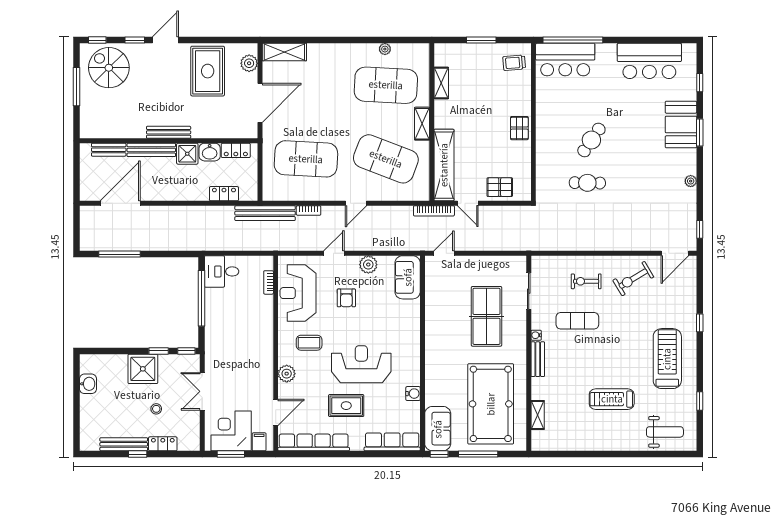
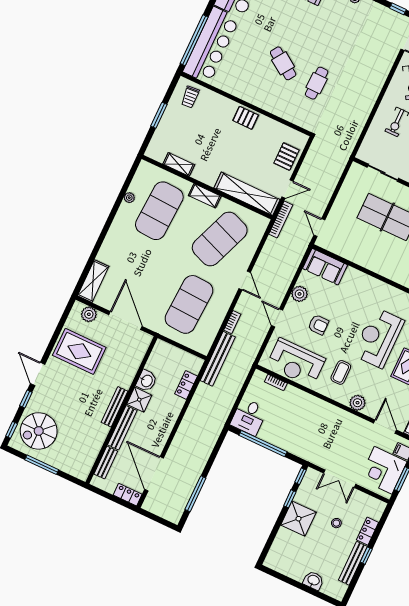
bar counter: (565, 60) -> (211, 45), width x1.36
locker: (236, 150) -> (128, 495), moved, turned -90
washbasin: (88, 384) -> (313, 581), moved

